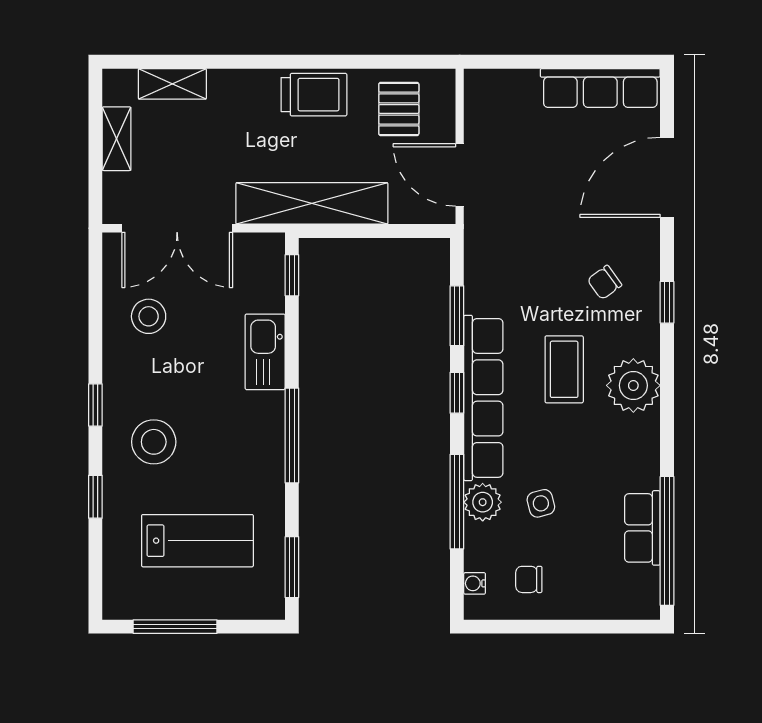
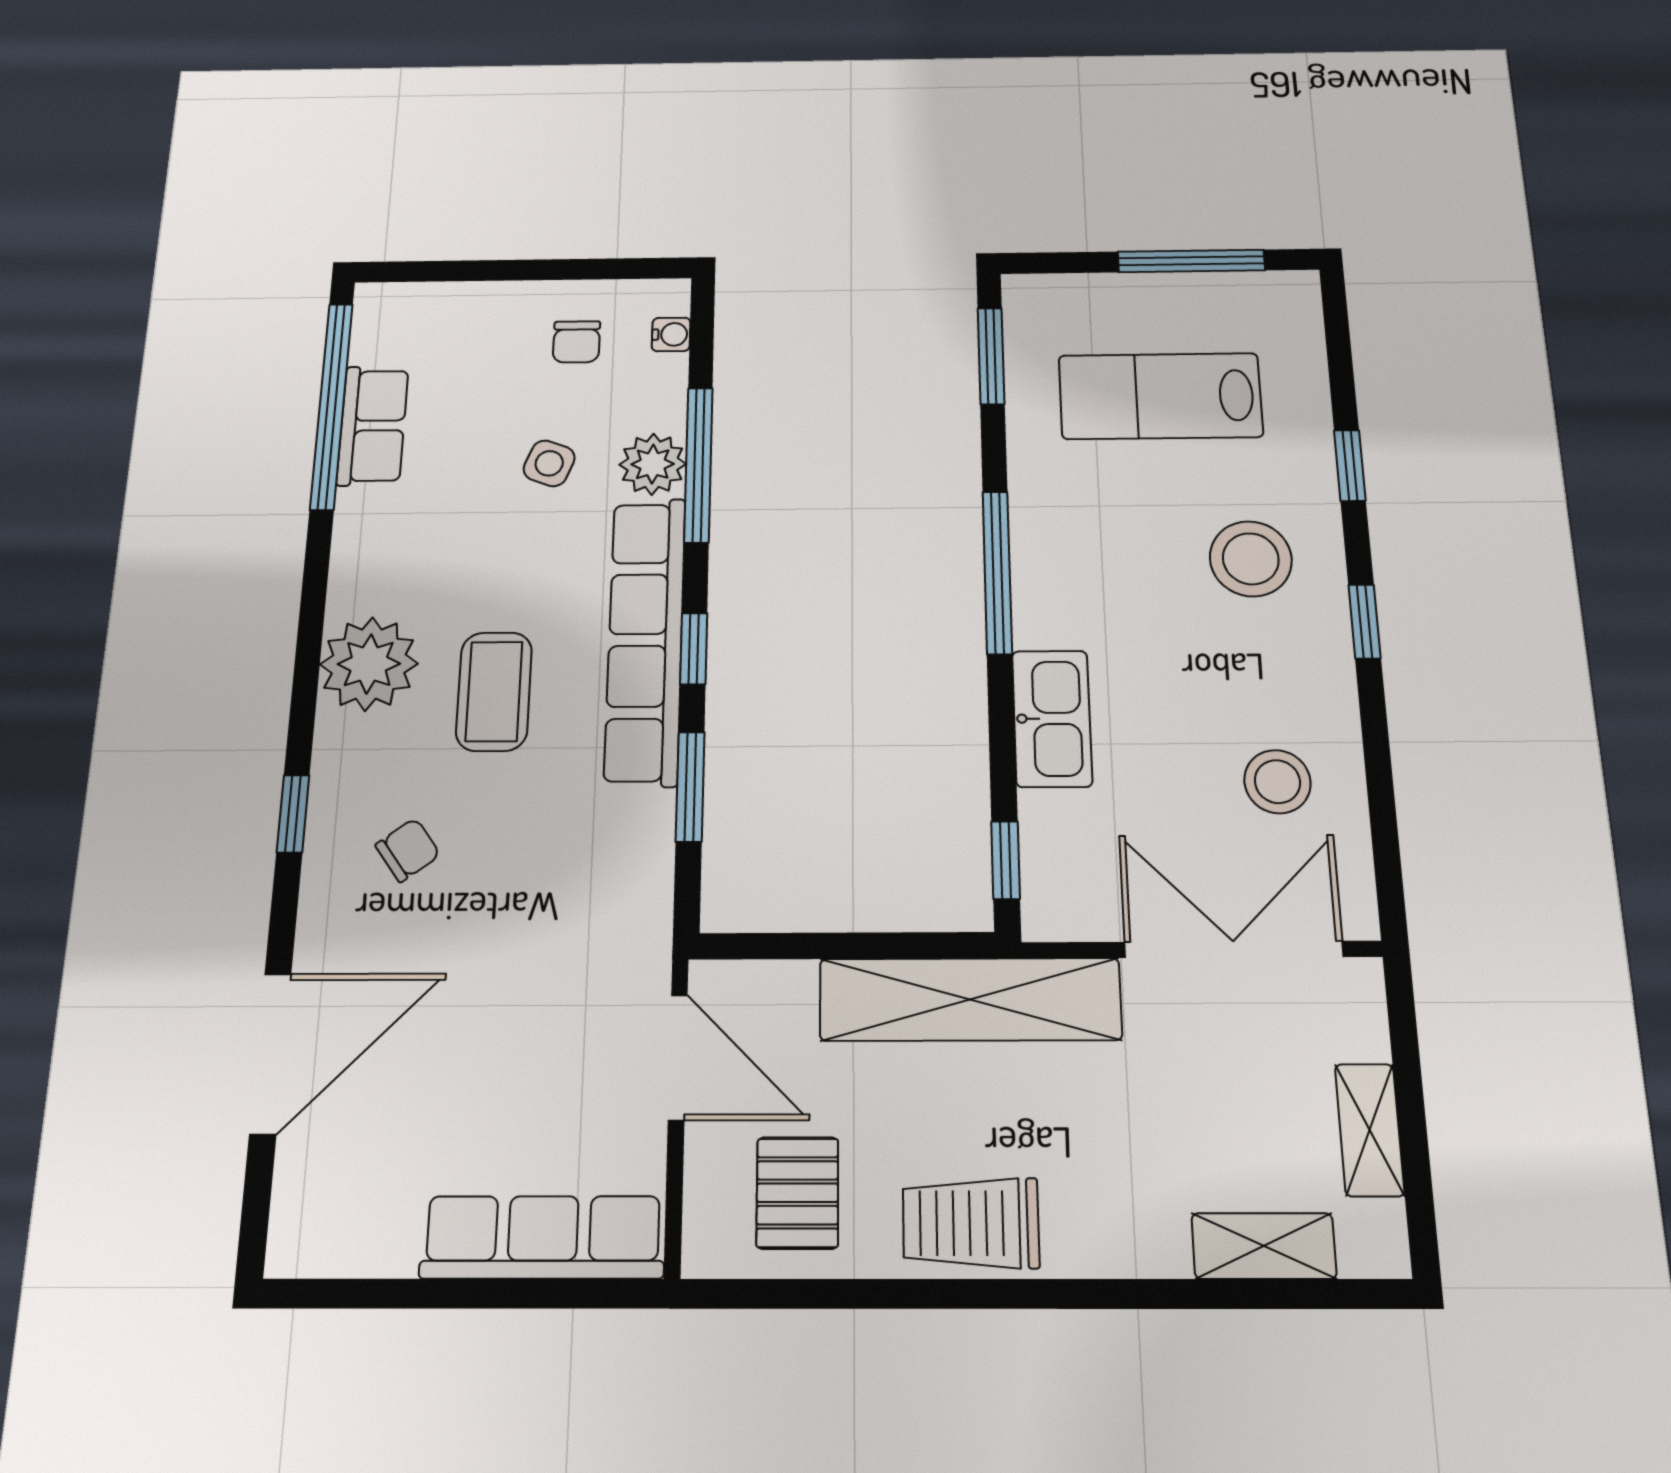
row of seats: (600, 88) -> (543, 1237), moved
side table: (541, 503) -> (549, 463), turned 36
chair: (529, 579) -> (576, 342), turned 90

